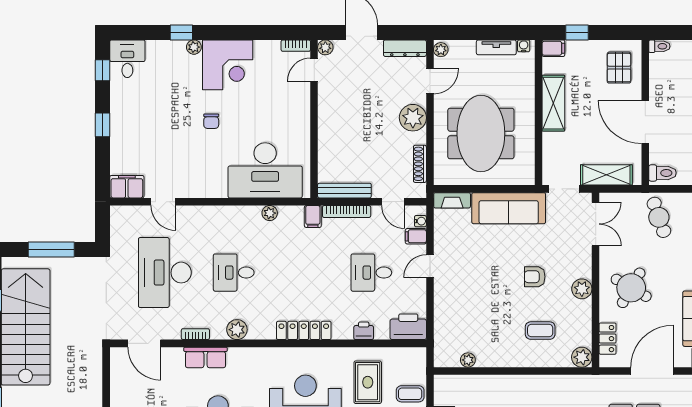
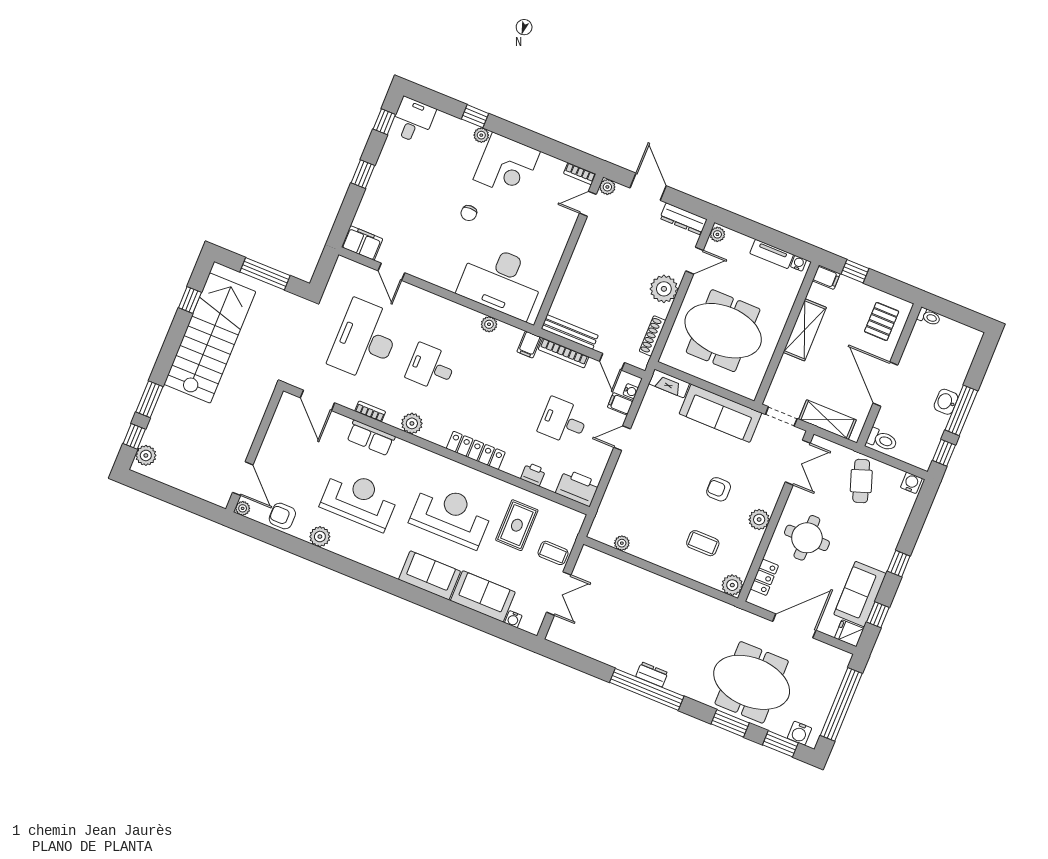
meeting table: (481, 133) -> (723, 331), turned 90
round table: (631, 288) -> (807, 538), turned -30

